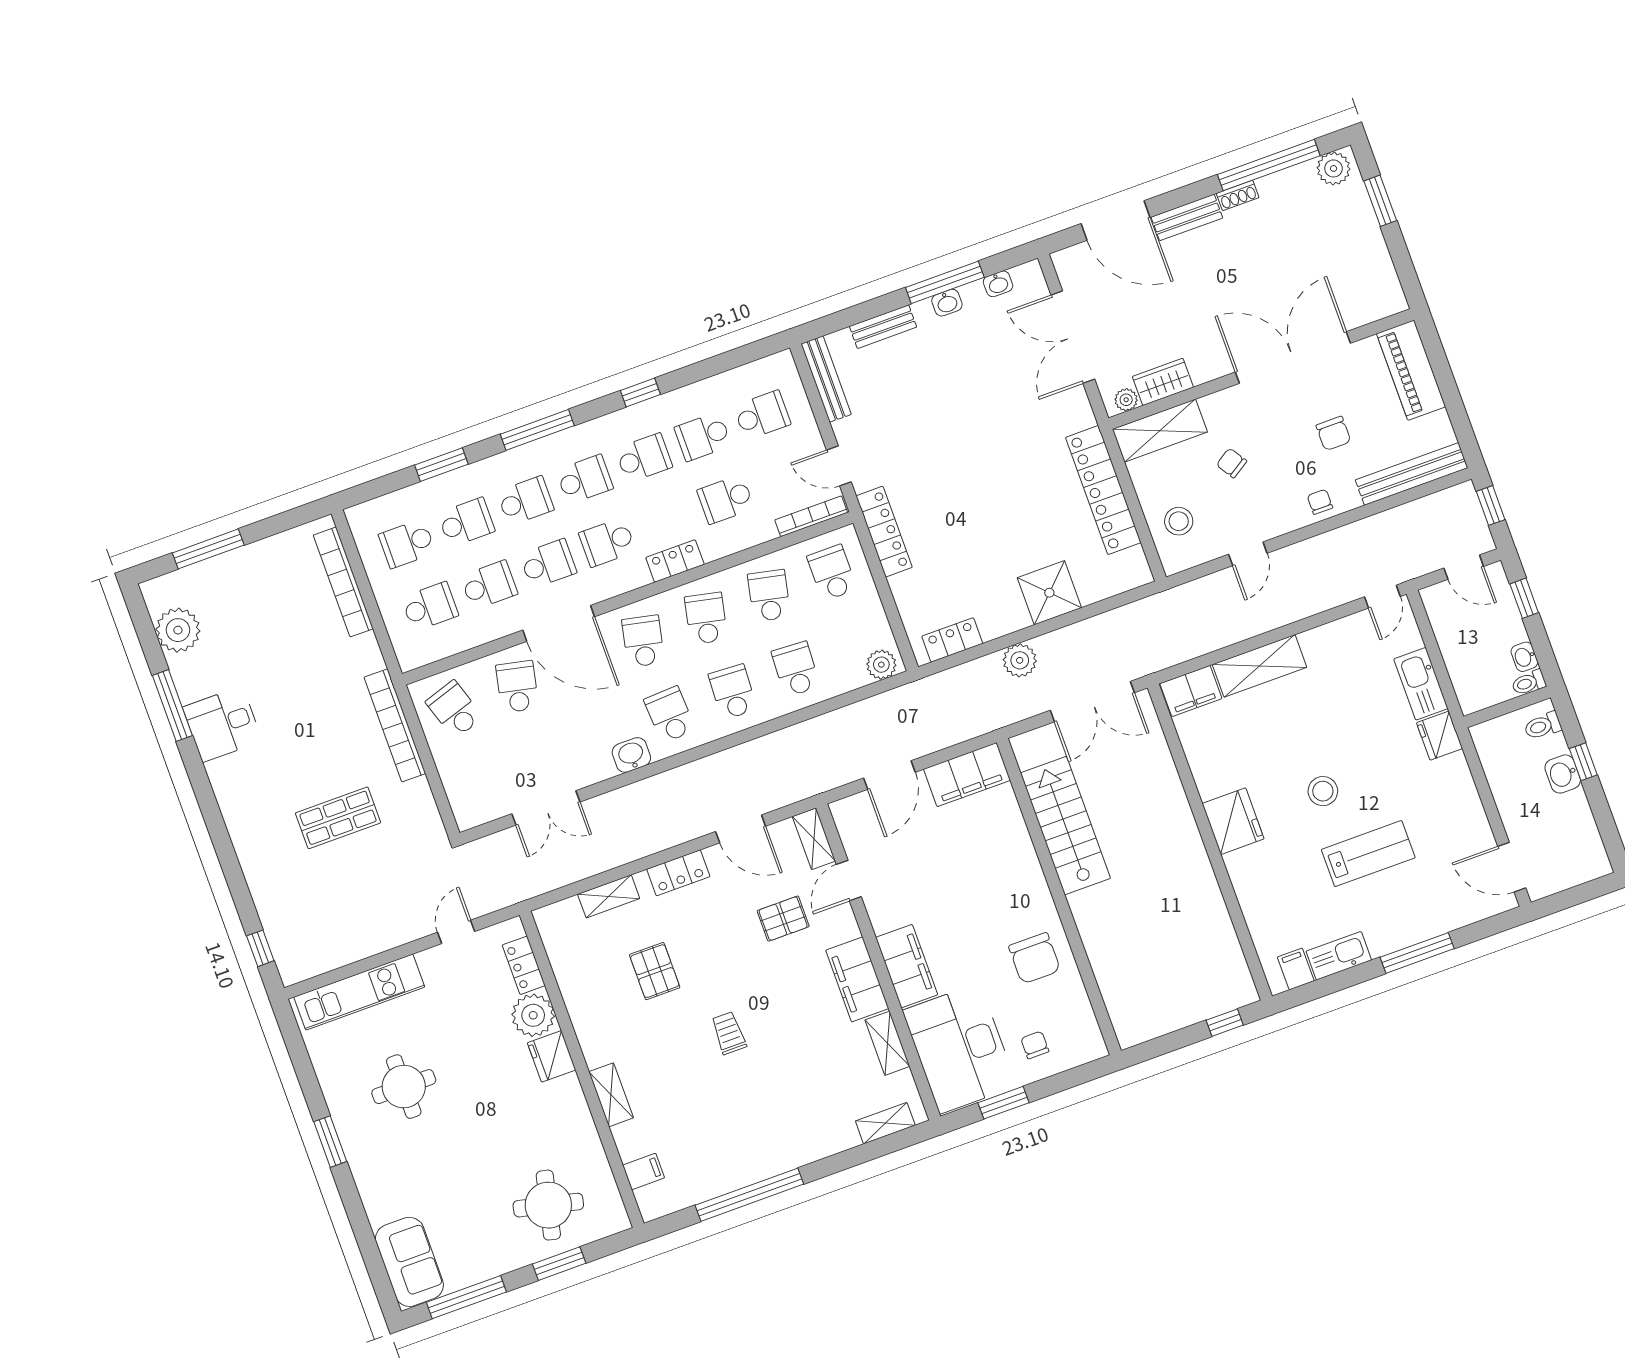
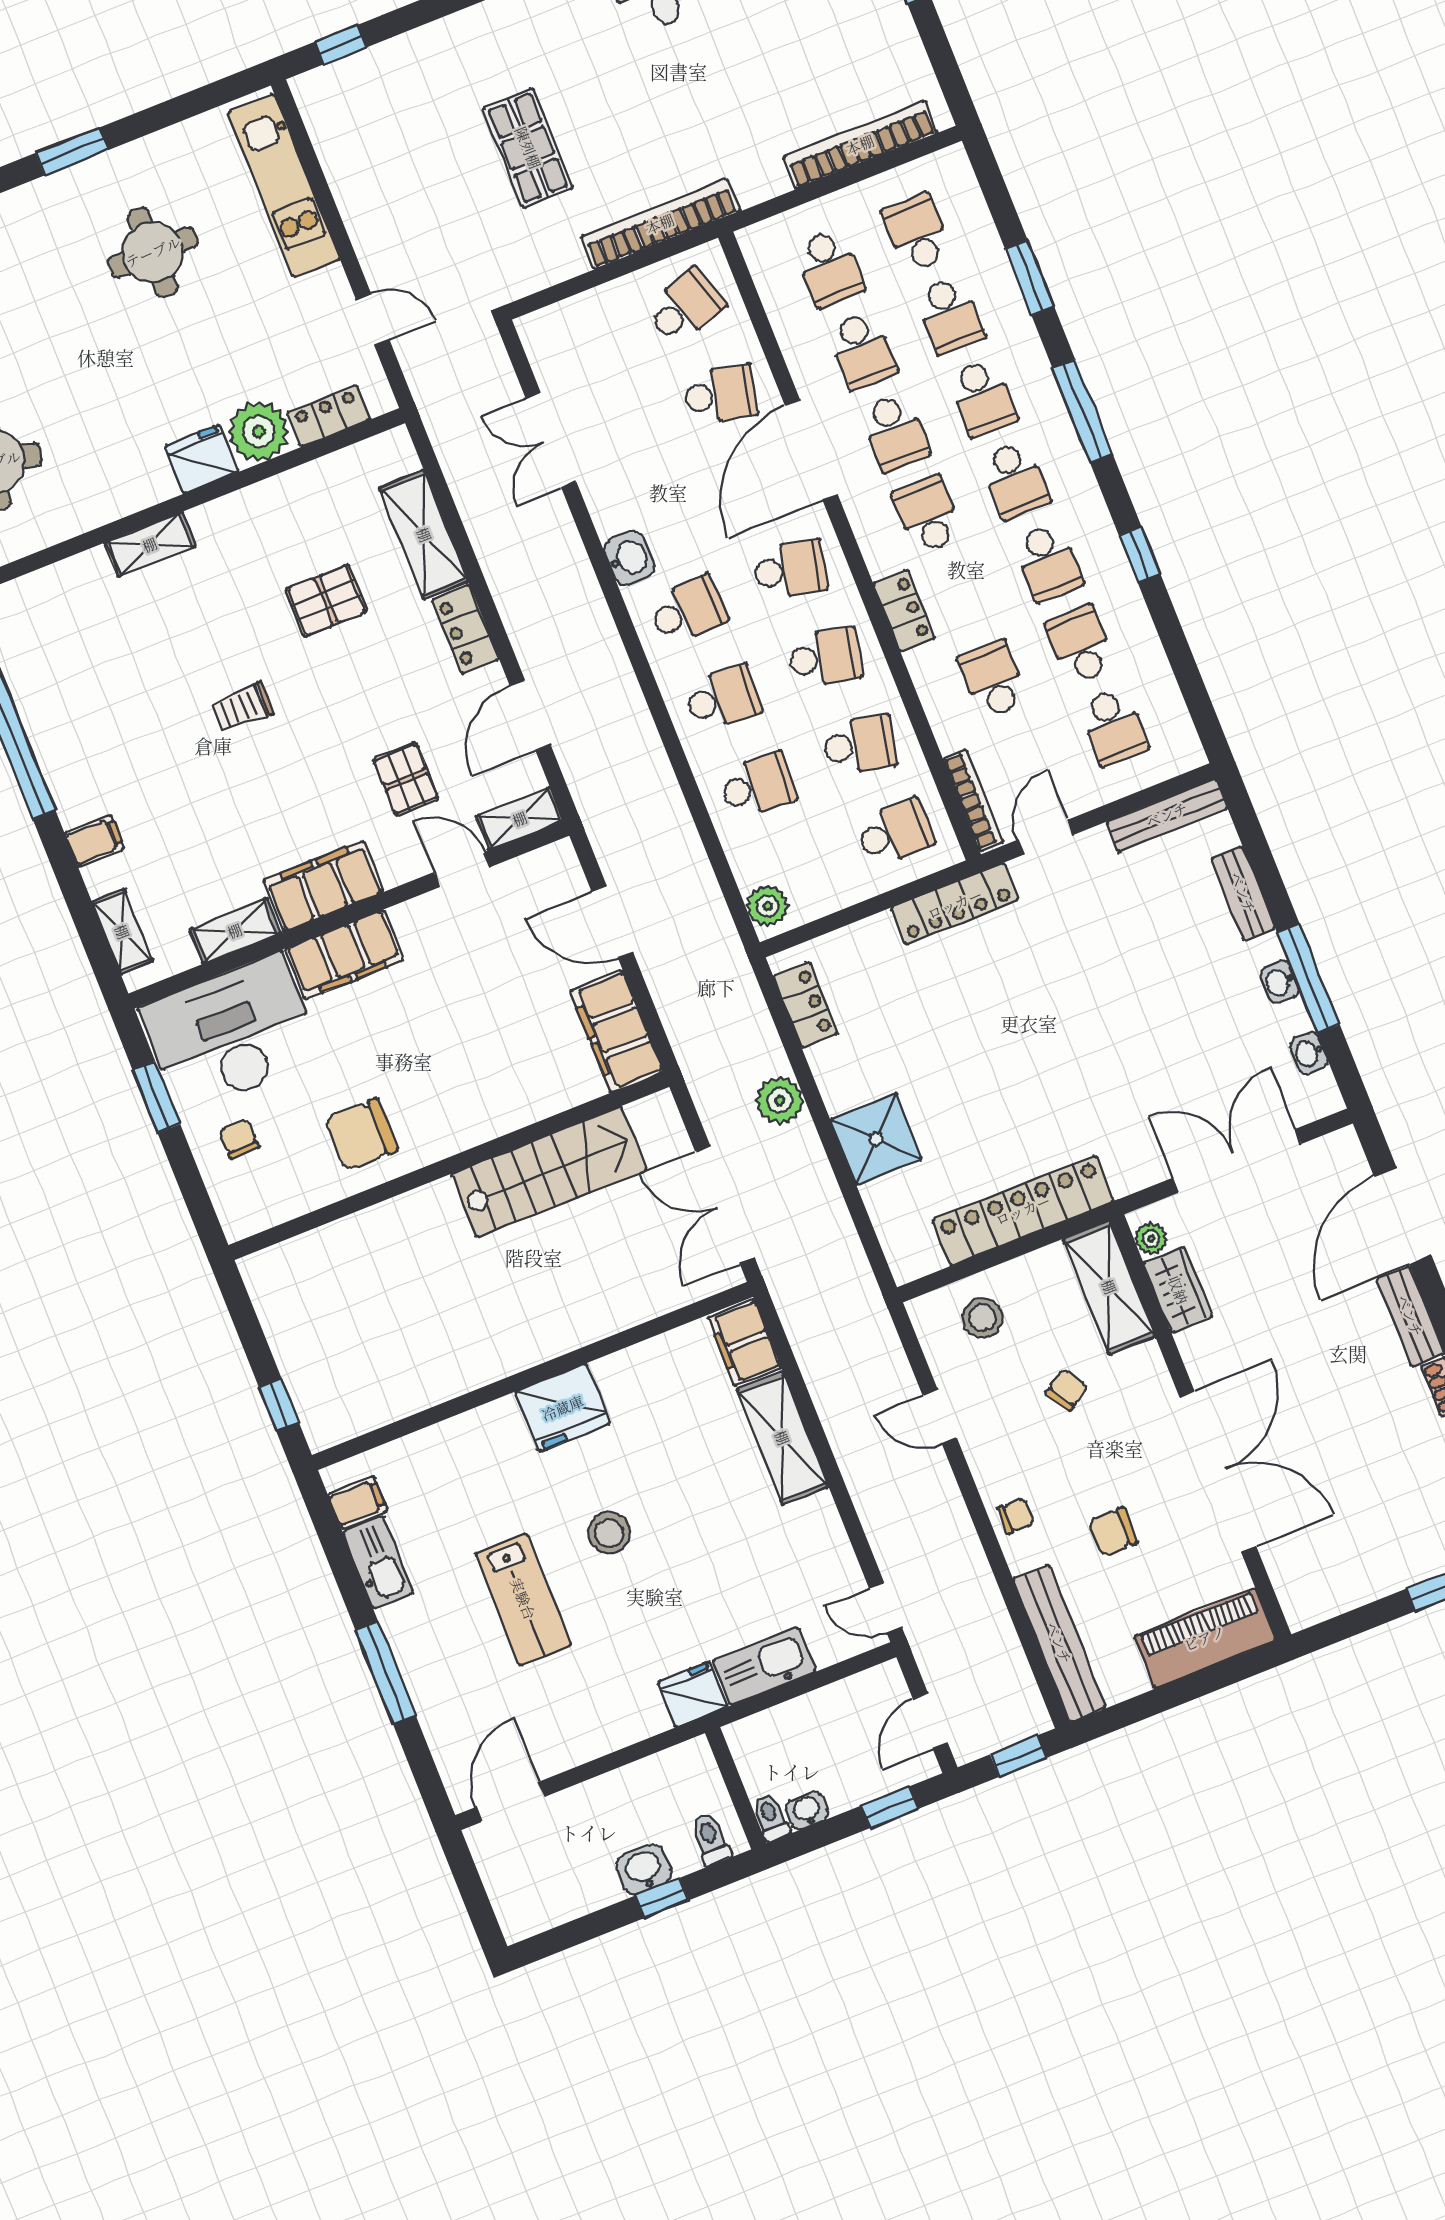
shelving: (609, 896) -> (424, 535), width x1.50, depth x1.33
trolley: (729, 1033) -> (242, 707), turned 180
chair: (1035, 1045) -> (239, 1139), turned -90
filing cabinet: (644, 1171) -> (94, 841), moved, turned -90

